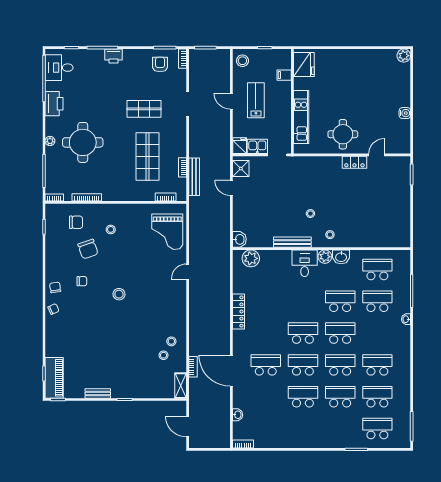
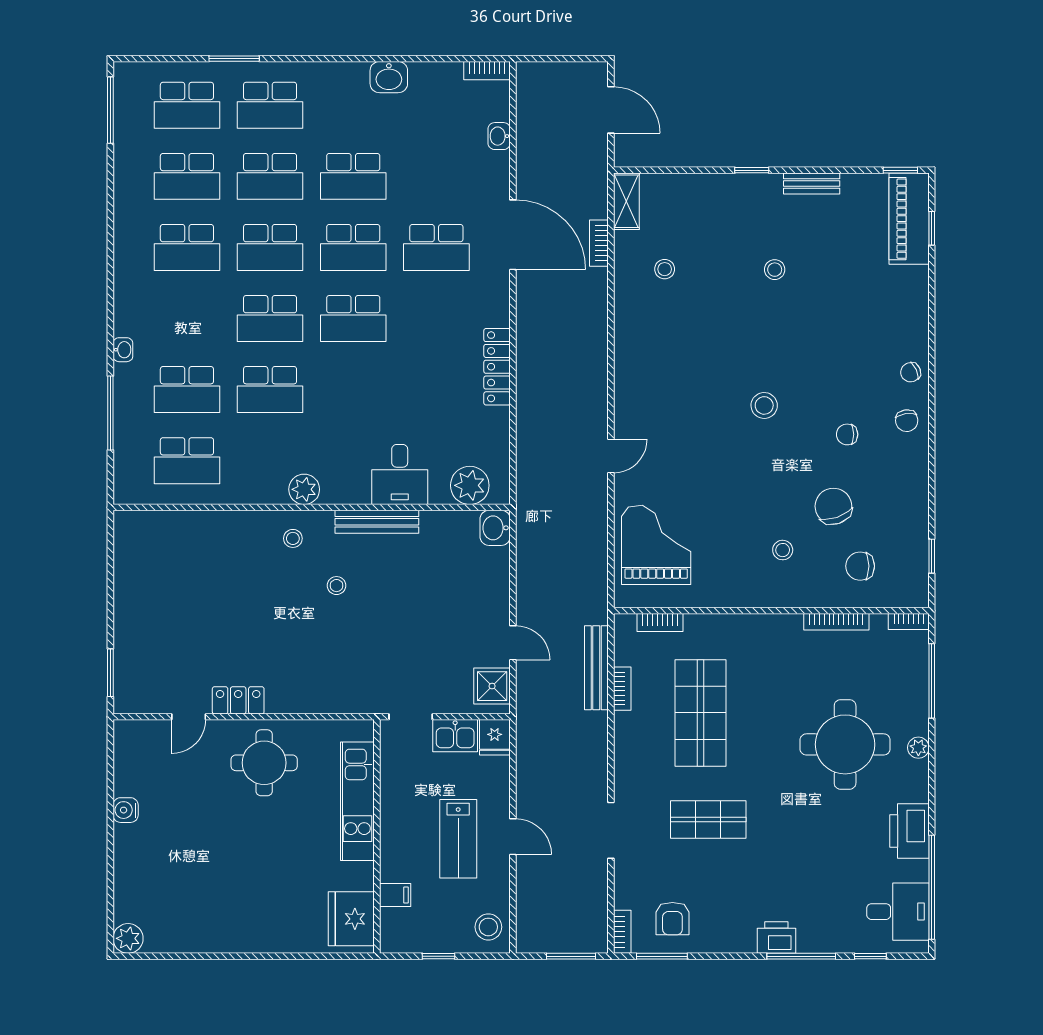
washbasin: (341, 257) -> (389, 77), moved, turned 180
desk: (305, 263) -> (400, 475), moved
stool: (171, 341) -> (775, 270), moved
school desk: (340, 429) -> (270, 105), added

